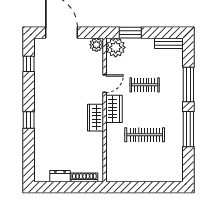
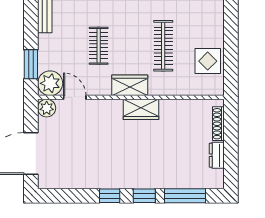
window: (29, 64) -> (110, 196), moved
door: (105, 84) -> (75, 97), moved
window: (29, 152) -> (185, 196), added
display table: (133, 169) -> (208, 61), added

